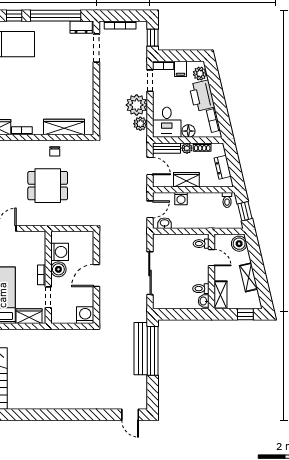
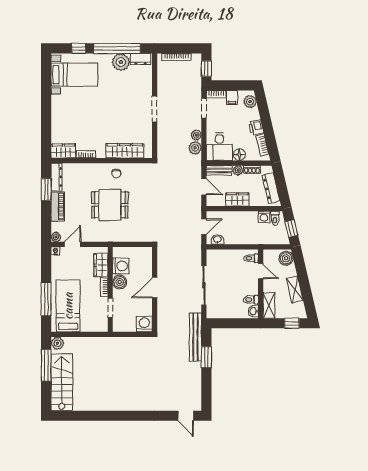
plant: (60, 30) -> (121, 62), added
doorway: (96, 48) -> (155, 109), moved
printer: (202, 96) -> (256, 127), width x0.53, depth x0.68
plant: (137, 105) -> (196, 135), width x0.53, depth x0.53
dresser: (223, 167) -> (271, 188), width x1.44
washing machine: (181, 199) -> (264, 217), moved
wardrobe: (29, 316) -> (101, 265), moved, turned -90
bench: (141, 349) -> (195, 337), moved
window: (153, 351) -> (206, 357), width x0.47

